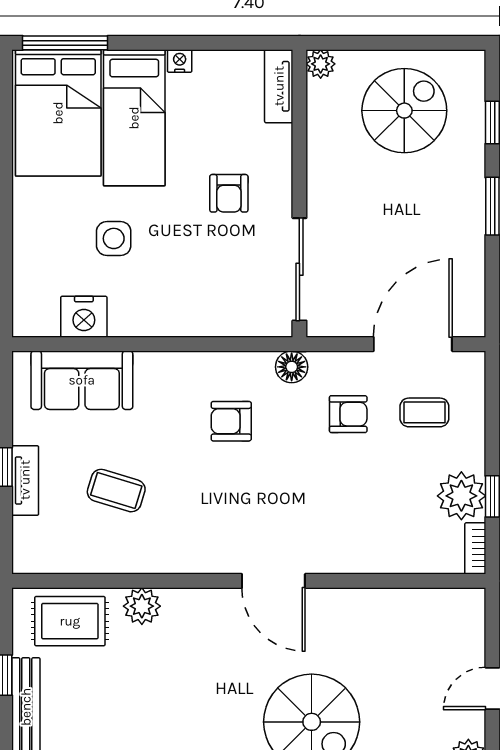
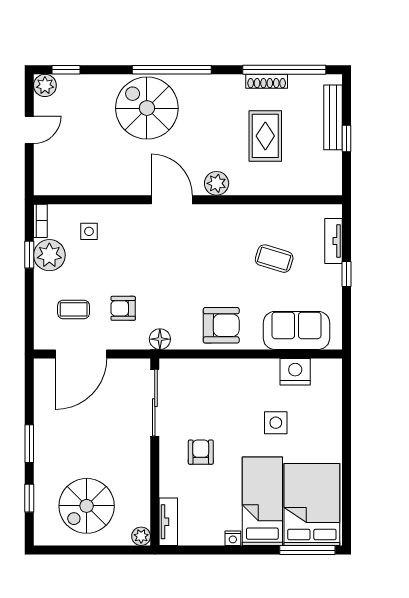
armchair: (231, 421) -> (221, 325), moved, width x1.38, depth x1.38
tv unit: (25, 480) -> (333, 241), moved
side table: (401, 532) -> (89, 231), added
plant: (142, 606) -> (217, 183), moved
rug: (70, 621) -> (265, 136), moved, turned 90

